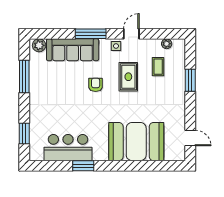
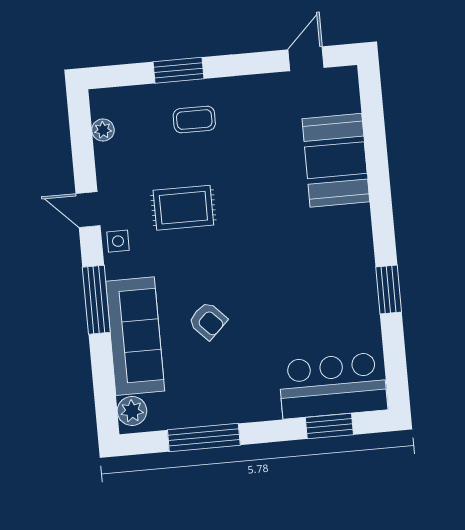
coffee table: (158, 67) -> (194, 120), moved
armchair: (96, 85) -> (208, 321), moved, turned -134
booth: (136, 142) -> (336, 160), width x0.73, depth x0.70
bar counter: (68, 148) -> (333, 386), moved, turned 90

